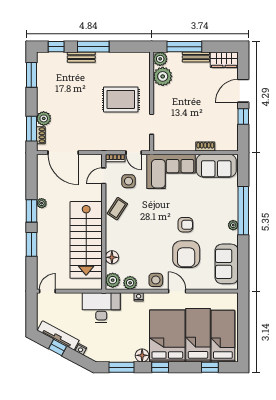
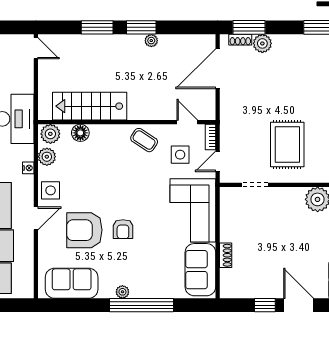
stairs: (86, 240) -> (90, 106), width x0.73, depth x0.66

